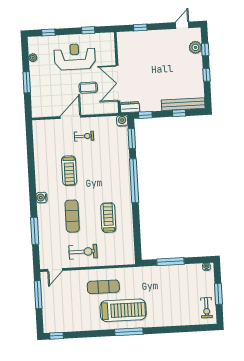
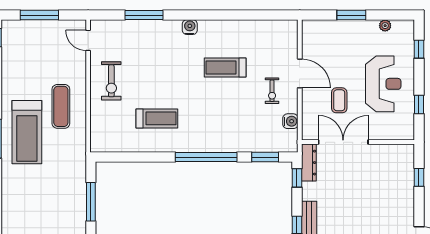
dresser: (130, 107) -> (309, 163), width x1.44
water cooler: (122, 121) -> (290, 121), moved
exercise mat: (72, 216) -> (162, 68), removed
window: (38, 295) -> (39, 15), moved

